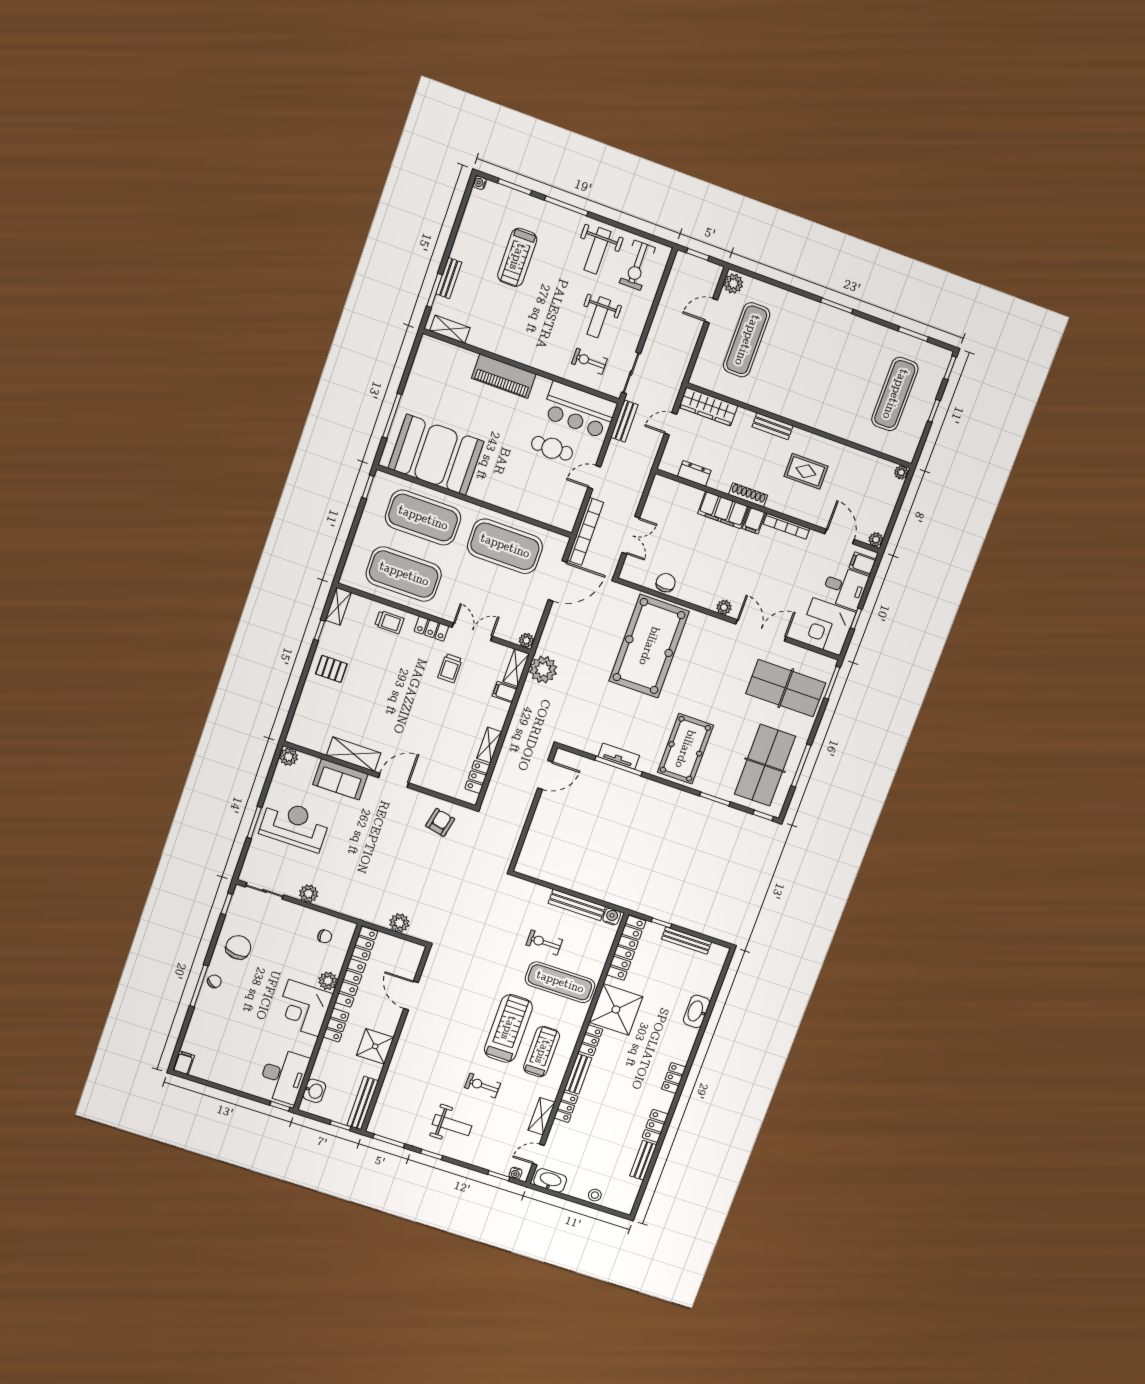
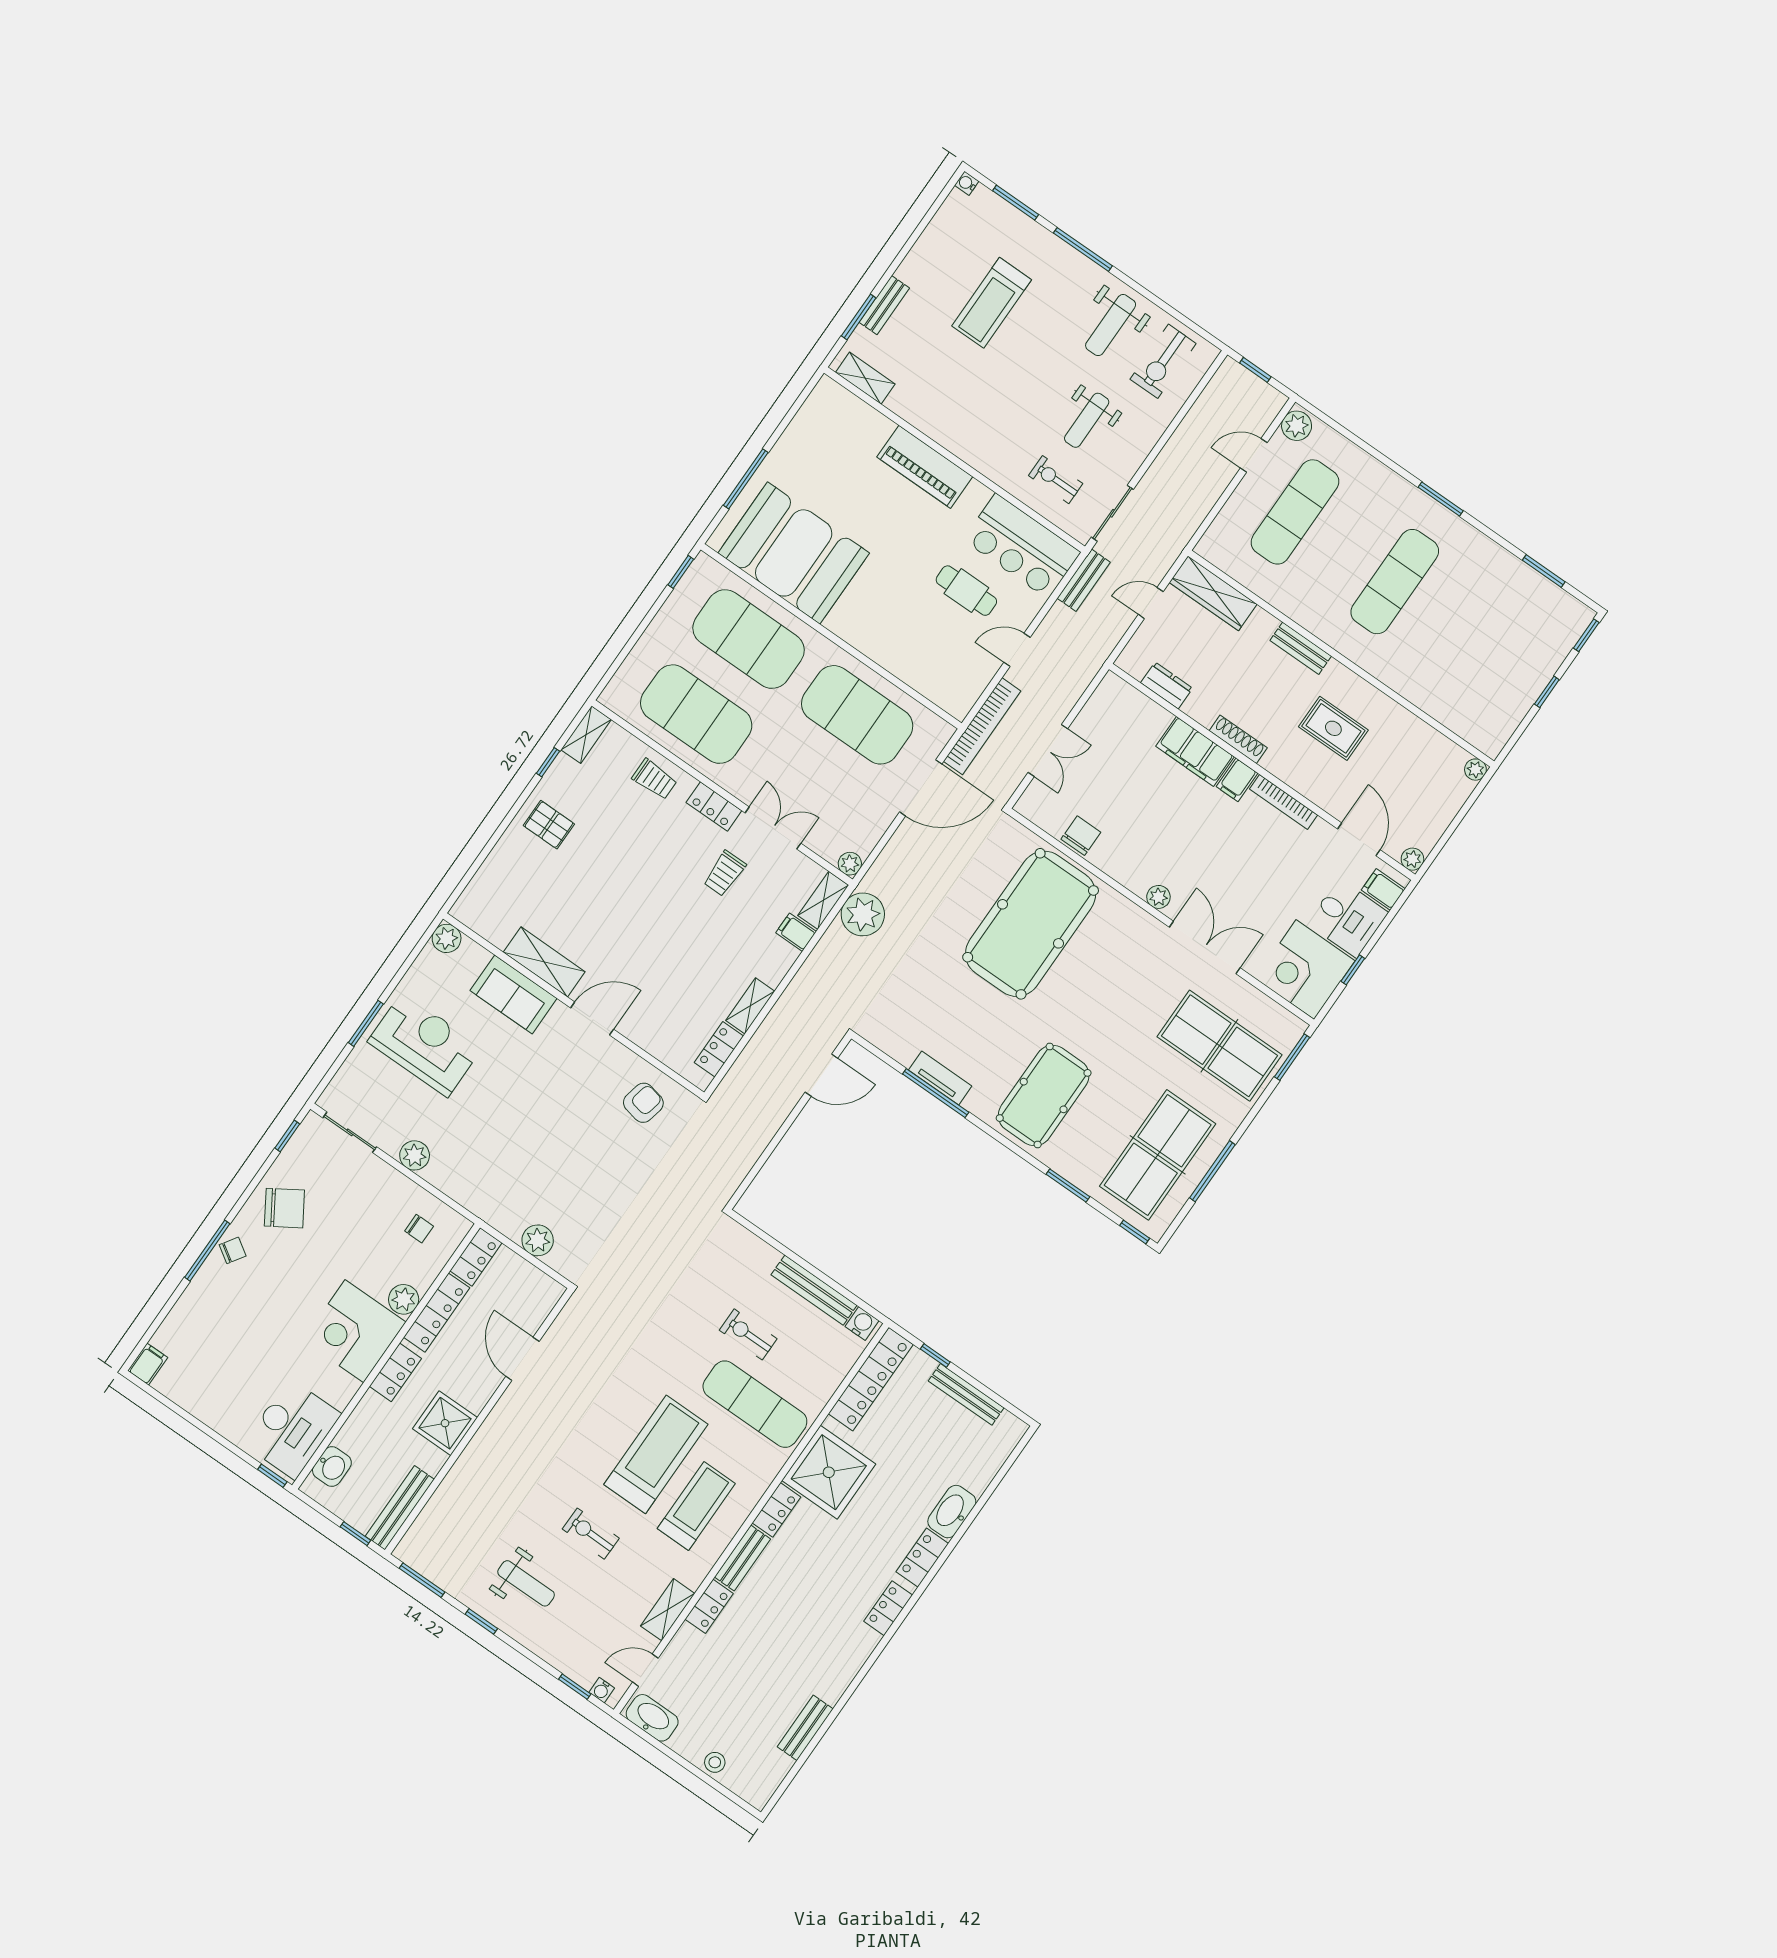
exercise mat: (895, 394) -> (1395, 582), moved
chair: (238, 947) -> (284, 1208), turned 51
locker: (655, 1126) -> (922, 1558), moved

